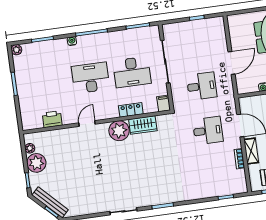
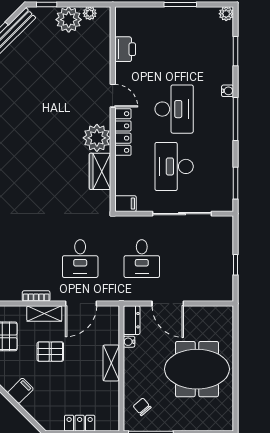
dresser: (247, 87) -> (132, 320), added
locker: (131, 110) -> (123, 132), moved, width x1.53

